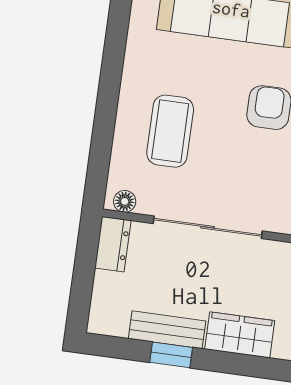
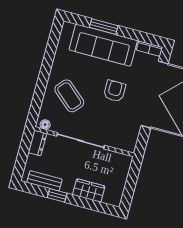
coffee table: (170, 131) -> (69, 96), turned -49
bench: (167, 330) -> (44, 181), moved

